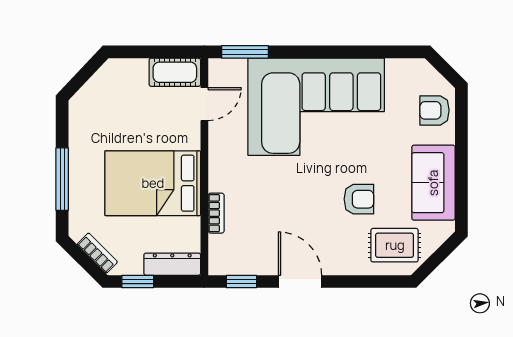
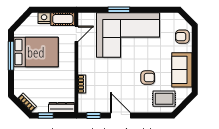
window: (245, 52) -> (119, 10), moved
nightstand: (134, 70) -> (44, 18), added
window: (62, 179) -> (11, 56), moved
bed: (153, 183) -> (36, 52), moved, turned 180

